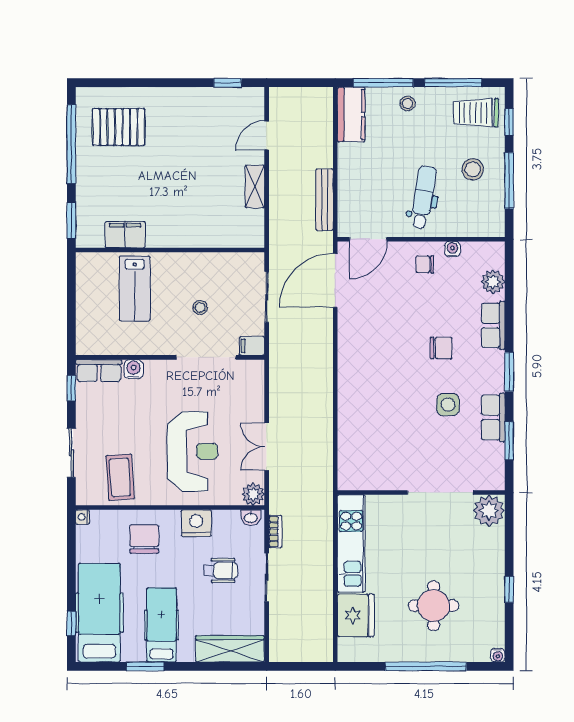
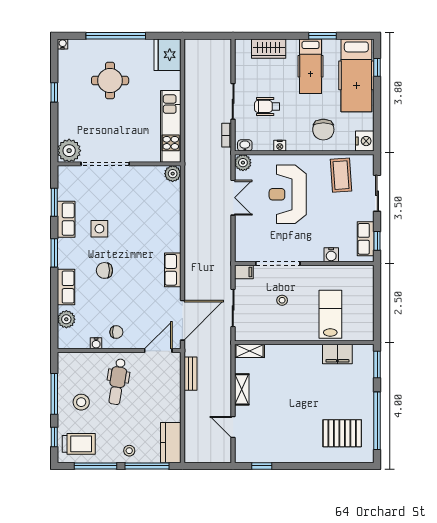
door: (267, 136) -> (233, 427), swing flipped
bench: (325, 200) -> (190, 374), width x0.73
shelving: (244, 239) -> (249, 351), added
row of seats: (349, 349) -> (173, 270), added
row of seats: (99, 371) -> (366, 239), moved, turned -90
plant: (349, 479) -> (173, 174), added
nightstand: (83, 517) -> (365, 141), width x1.89, depth x1.79
nightstand: (196, 523) -> (280, 146), width x0.53, depth x0.56
fridge: (356, 615) -> (167, 55), moved
wardrobe: (230, 649) -> (269, 49), width x0.67

